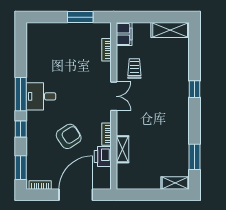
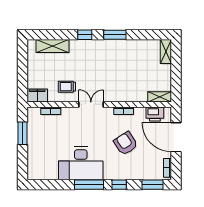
shelving: (170, 30) -> (53, 46), moved, turned 90
desk: (41, 96) -> (81, 163), width x1.87, depth x1.30
shelving: (123, 149) -> (160, 97), moved
printer: (103, 157) -> (155, 114), moved
window: (195, 157) -> (115, 35), moved

